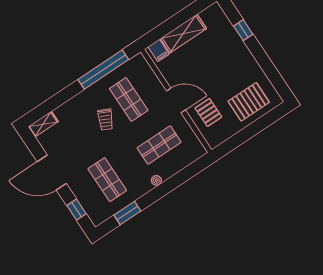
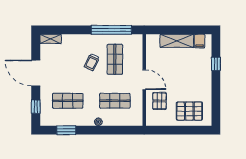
filing cabinet: (159, 50) -> (200, 41), moved
shop shelf: (107, 180) -> (68, 101), turned 90

